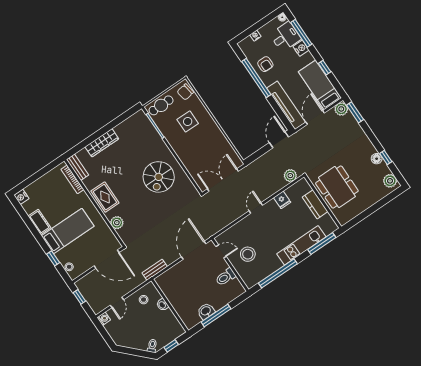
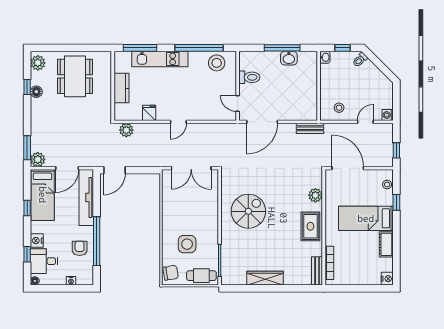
window: (301, 33) -> (27, 254), width x0.46
wardrobe: (102, 143) -> (265, 278), moved
dining table: (337, 187) -> (75, 76), moved
stool: (248, 254) -> (217, 63), moved
washbasin: (162, 305) -> (325, 57), moved

